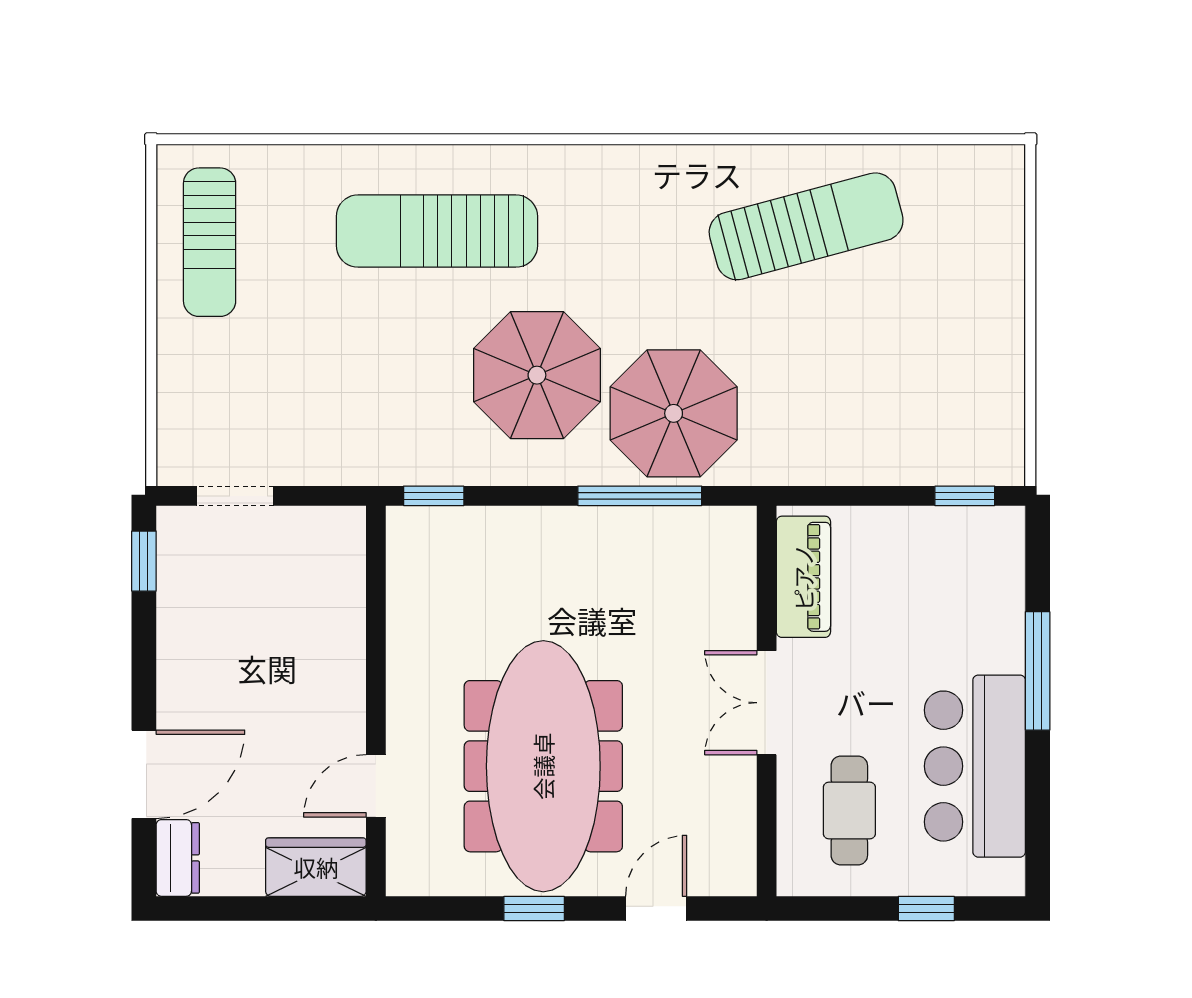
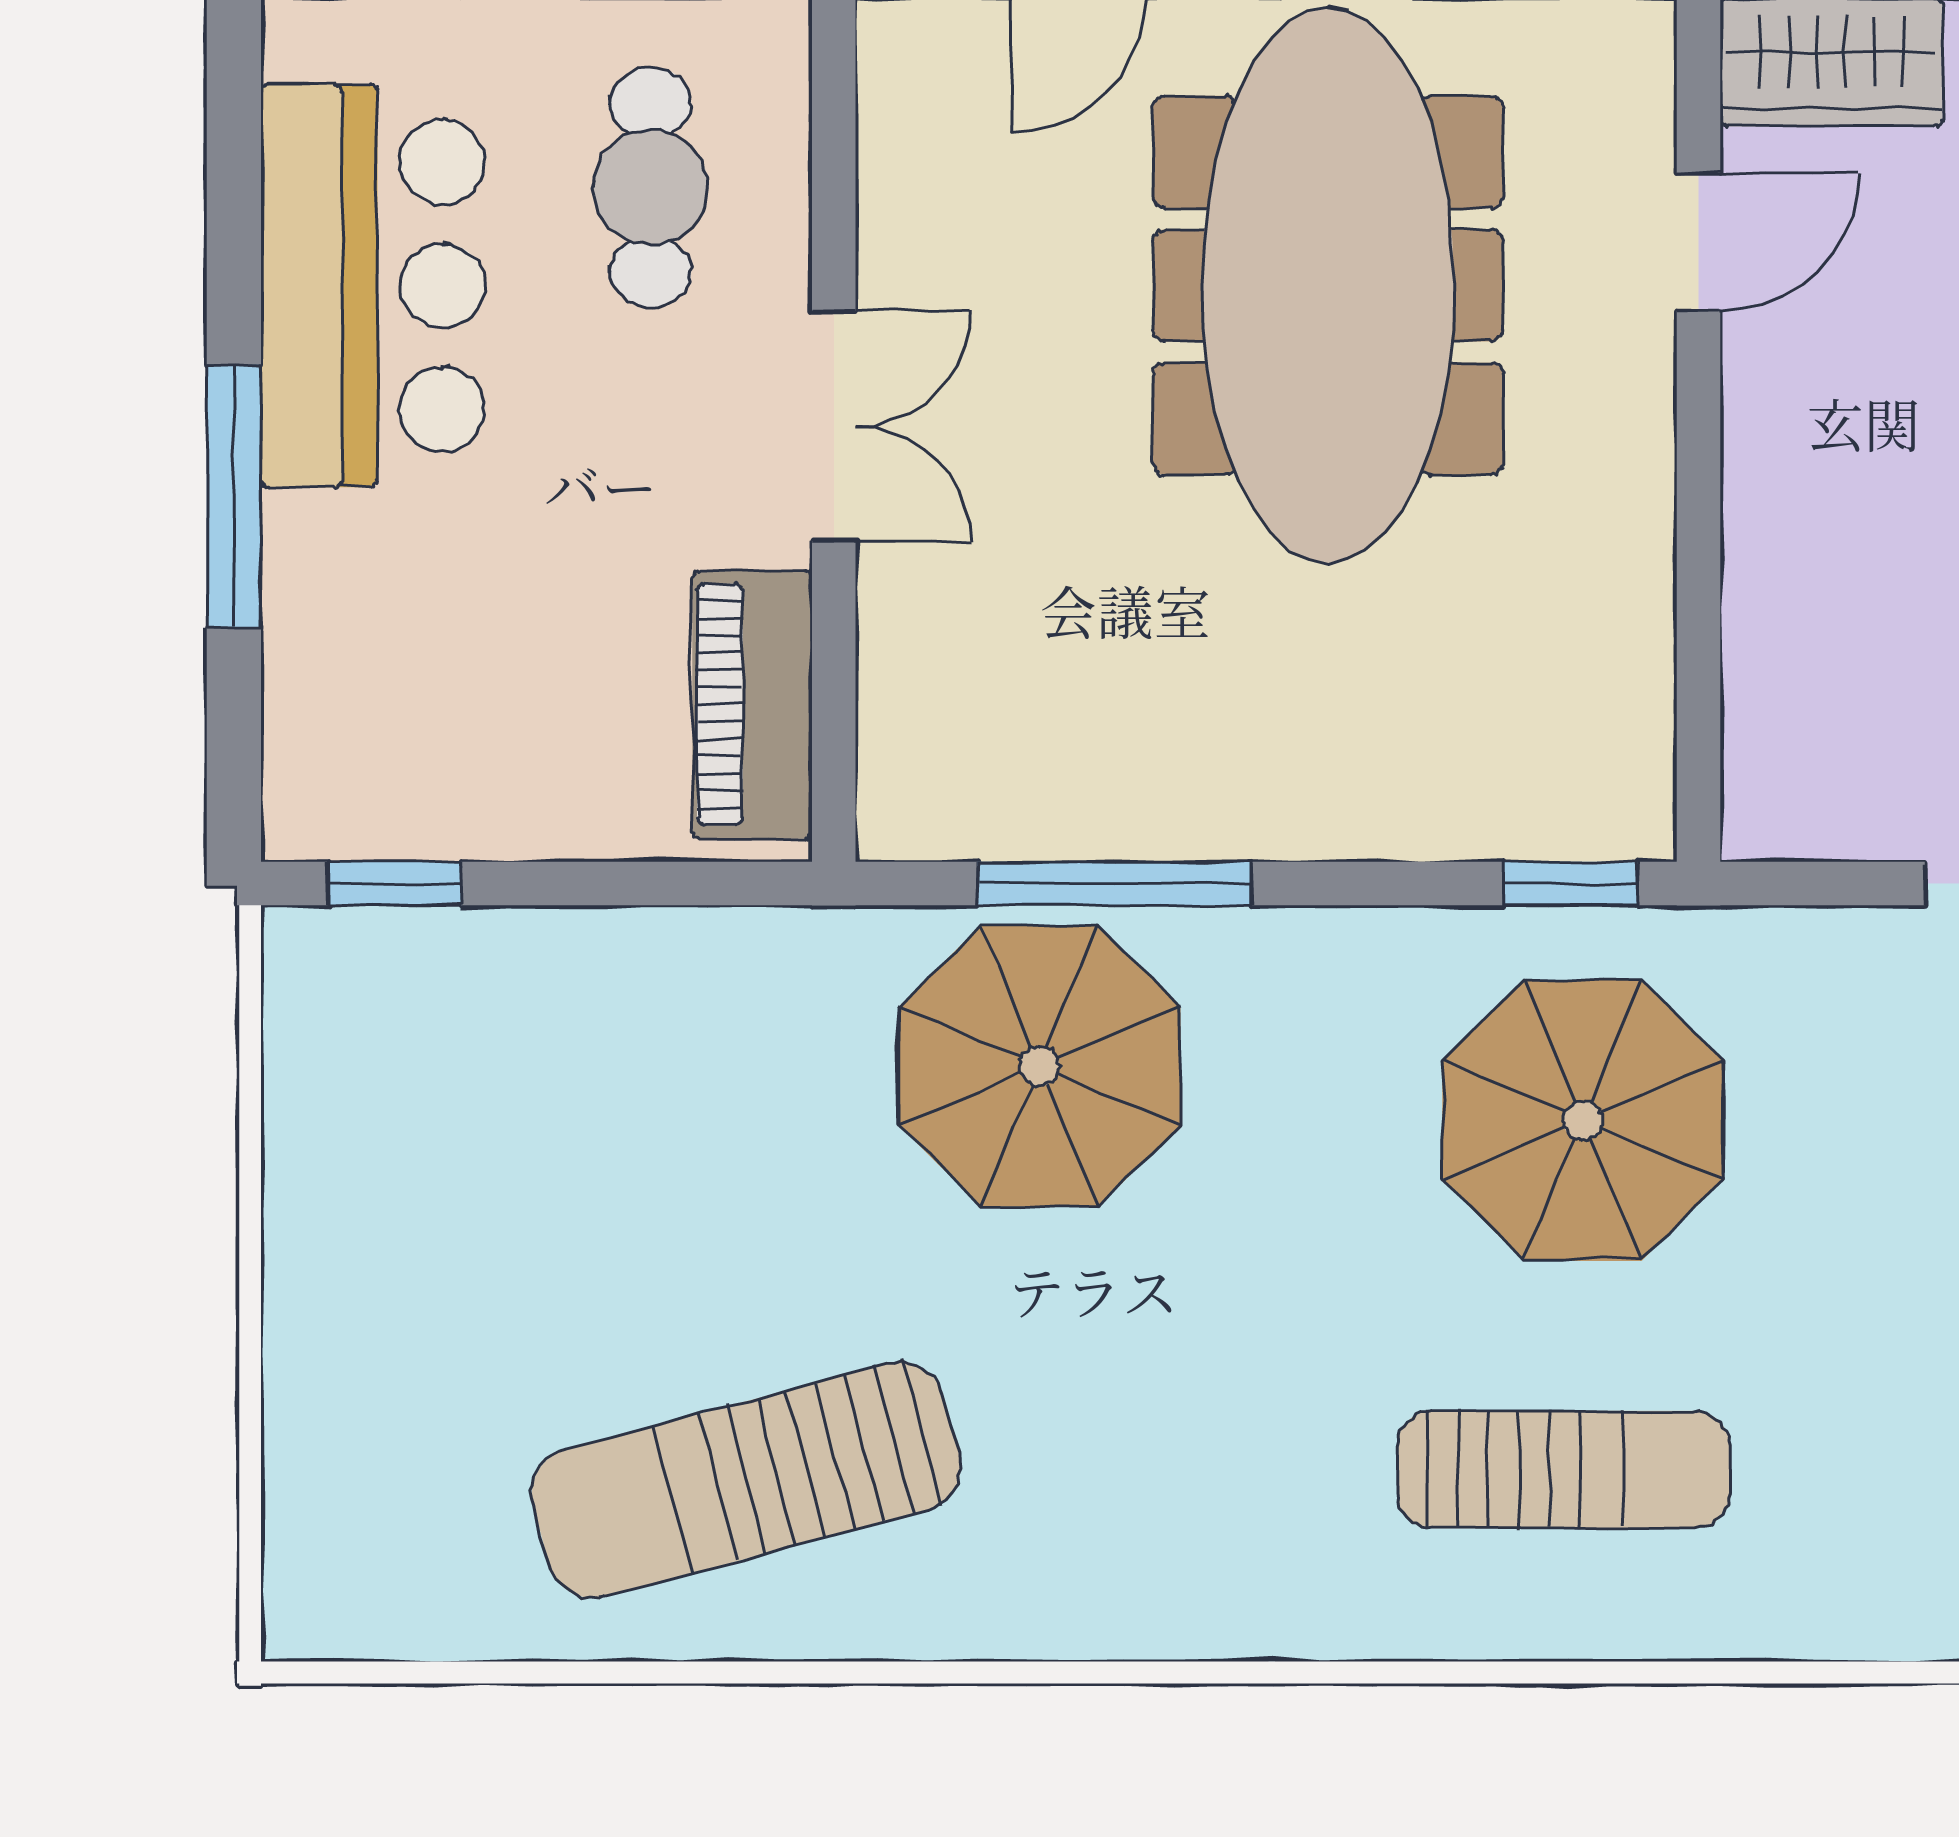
sun lounger: (437, 231) -> (1563, 1470), width x0.73, depth x0.75
parasol: (537, 375) -> (1583, 1120), moved

